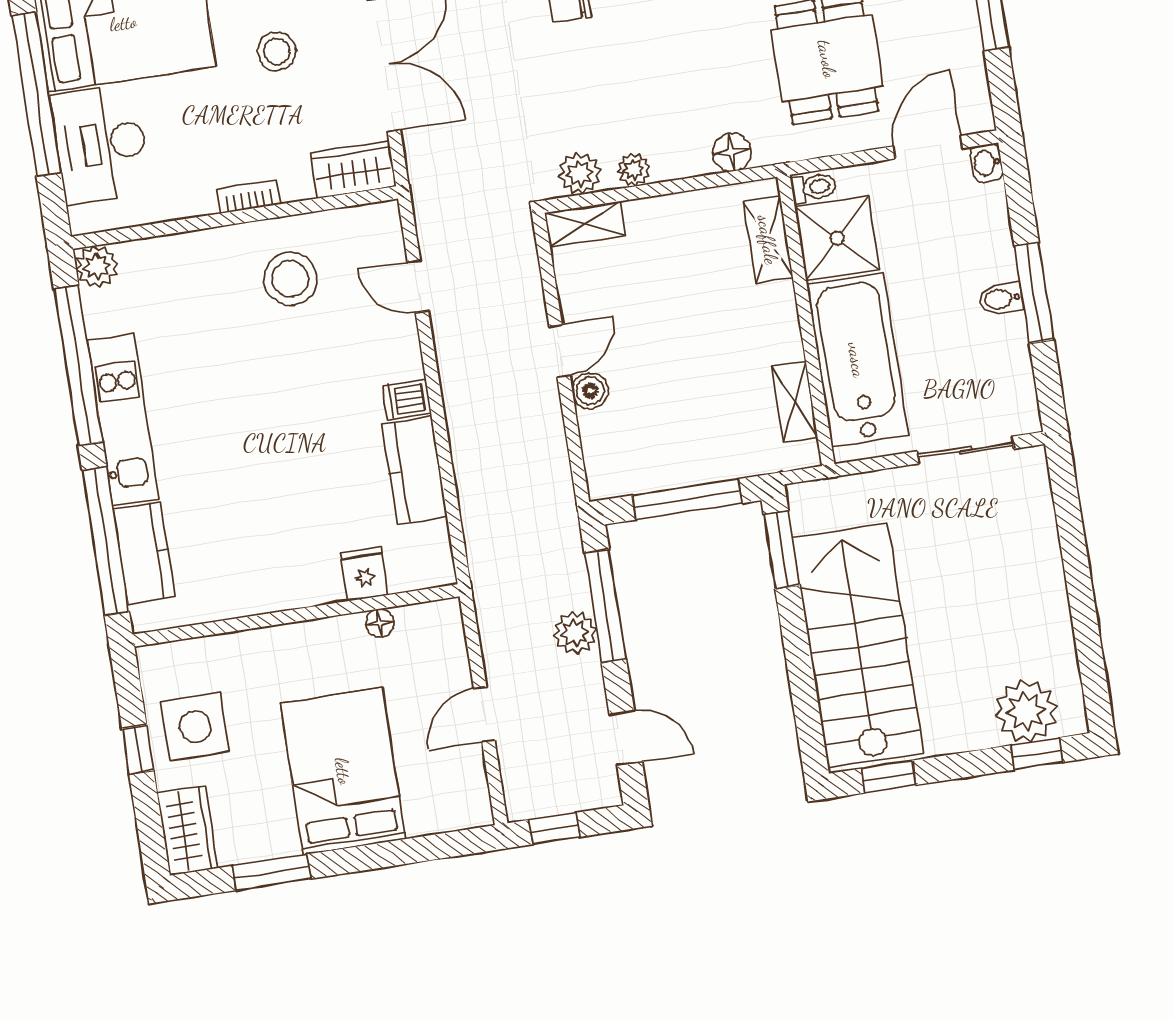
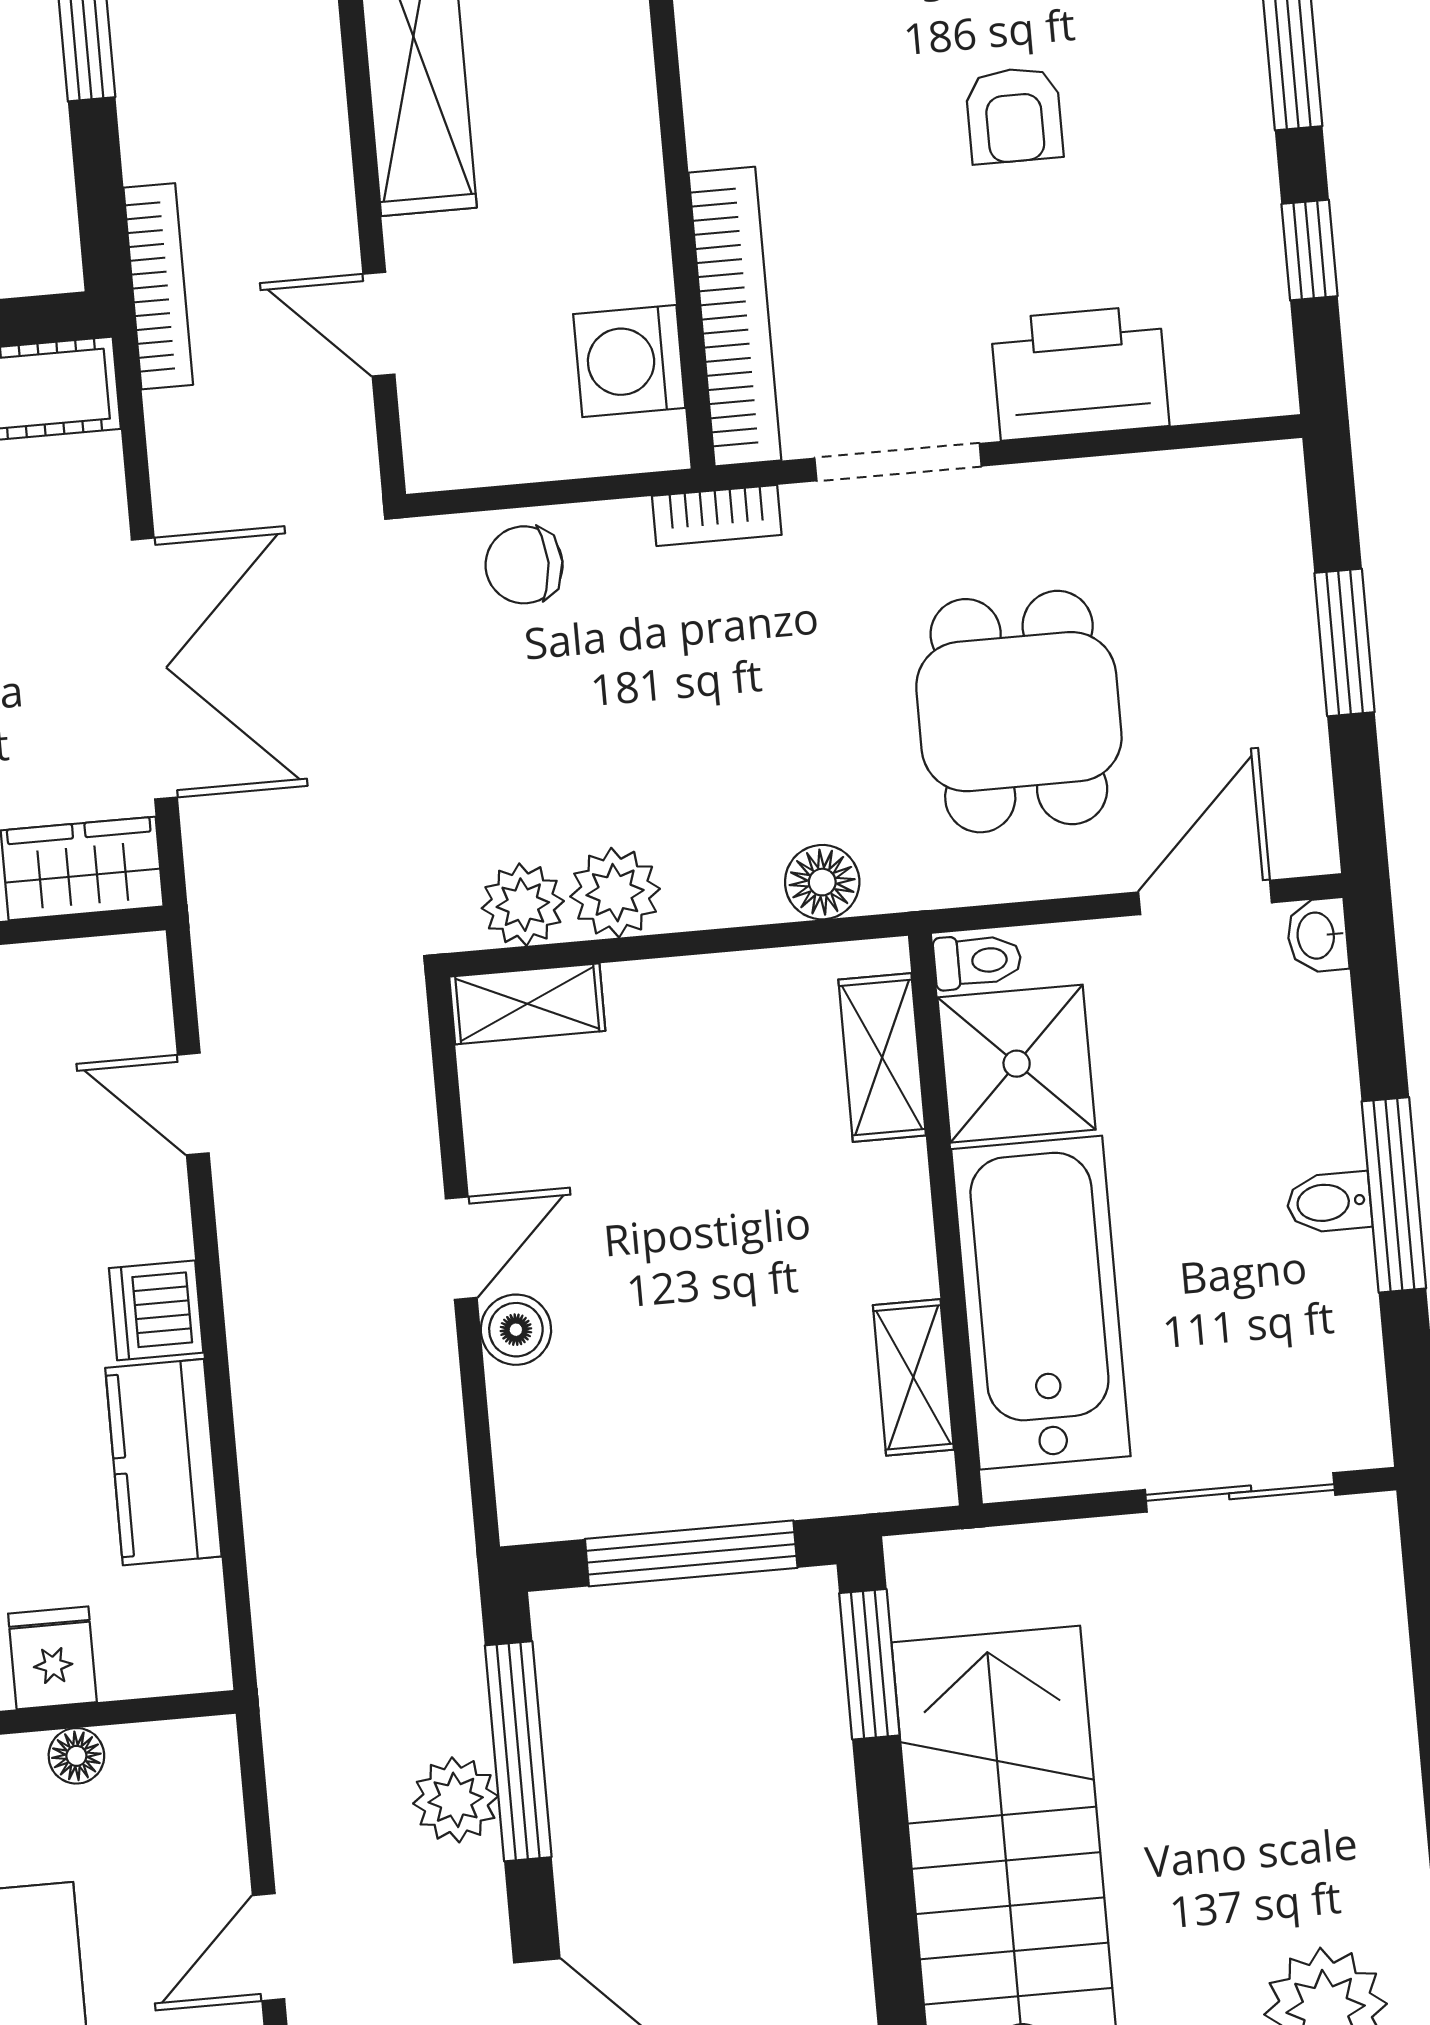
plant: (634, 170) -> (615, 893), width x1.38, depth x1.38
dishwasher: (407, 399) -> (156, 1310), width x1.38

